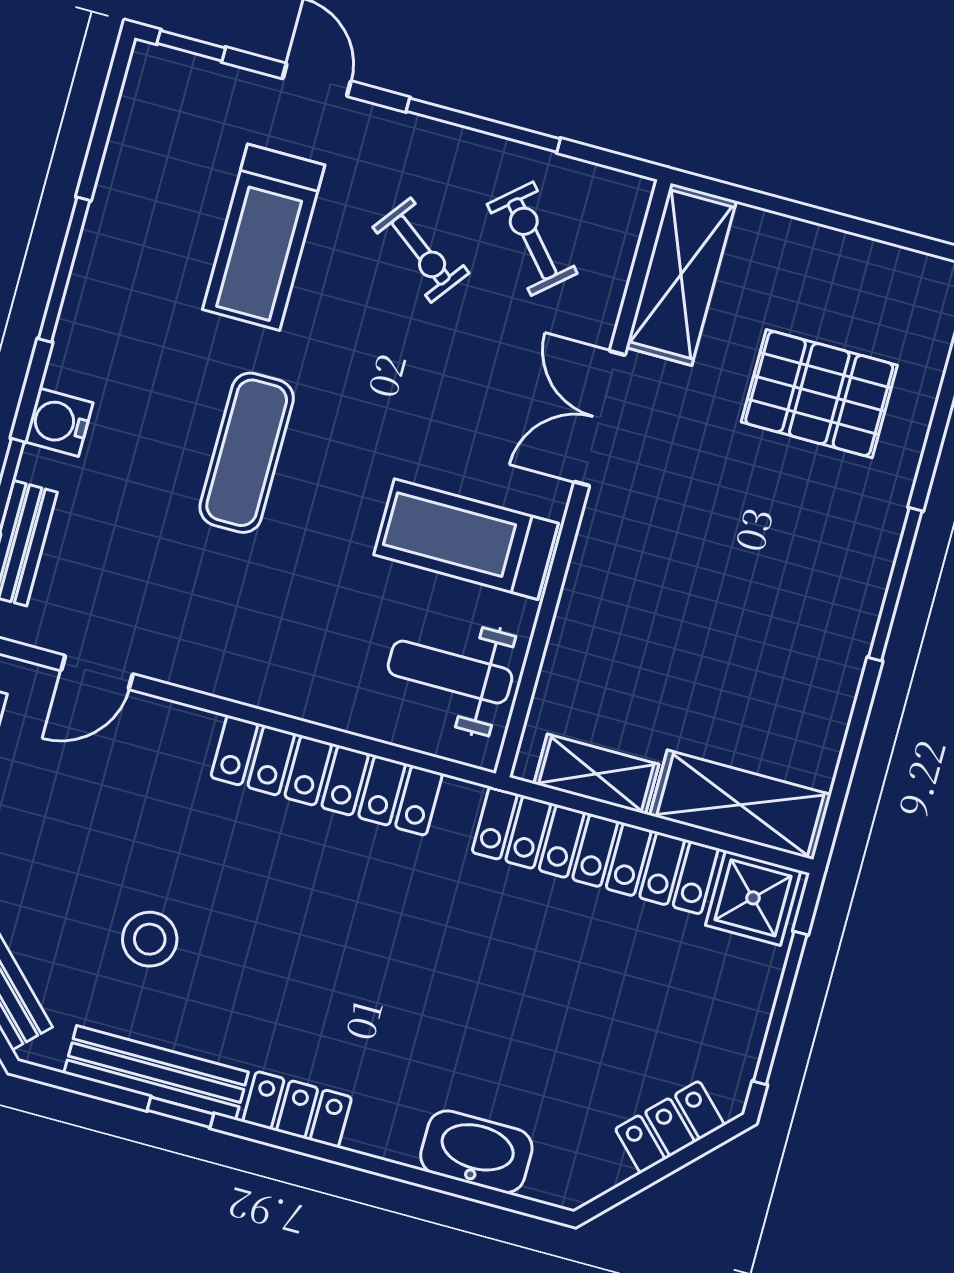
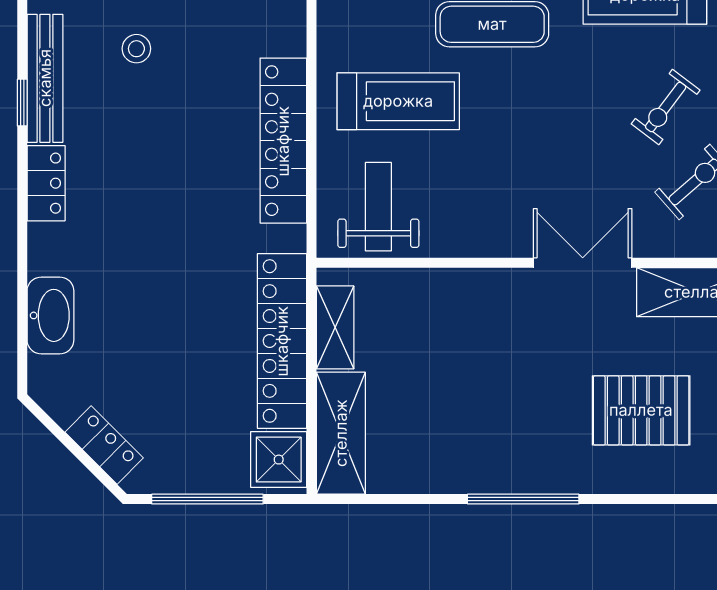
pallet: (819, 394) -> (641, 410), turned 90
treadmill: (466, 539) -> (398, 101), moved, turned 90
stool: (150, 939) -> (136, 49), width x0.73, depth x0.73

